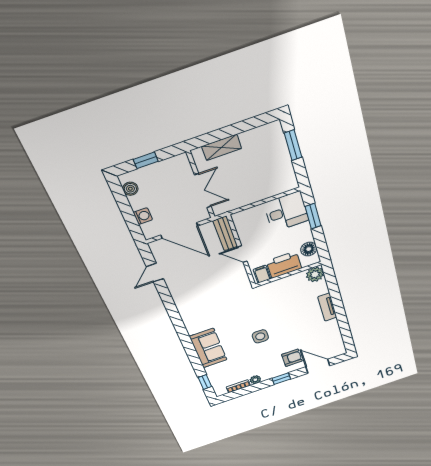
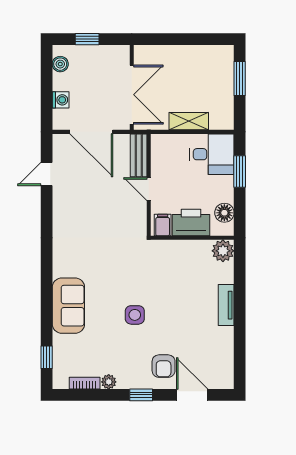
shelving: (222, 147) -> (189, 121), moved
double door: (203, 191) -> (132, 95), width x1.37
armchair: (292, 358) -> (164, 366), turned 90

